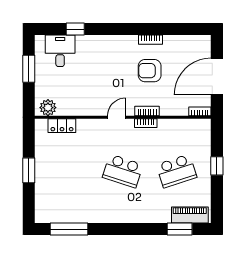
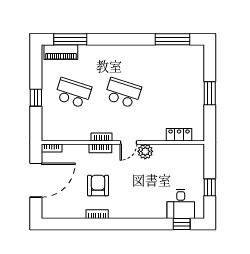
window: (75, 29) -> (182, 224), moved
window: (29, 69) -> (210, 187), width x0.67
armchair: (150, 71) -> (98, 186), turned -90
plant: (48, 108) -> (145, 151), moved
school desk: (177, 171) -> (73, 93), turned 36
window: (180, 229) -> (70, 39), width x1.44

